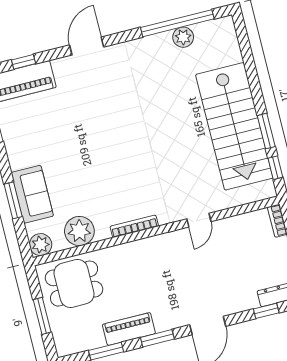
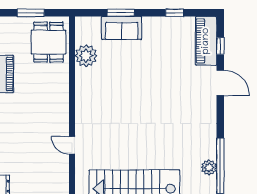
door: (87, 46) -> (220, 83), moved
bookcase: (134, 226) -> (79, 97), removed
plant: (41, 245) -> (83, 25), removed

